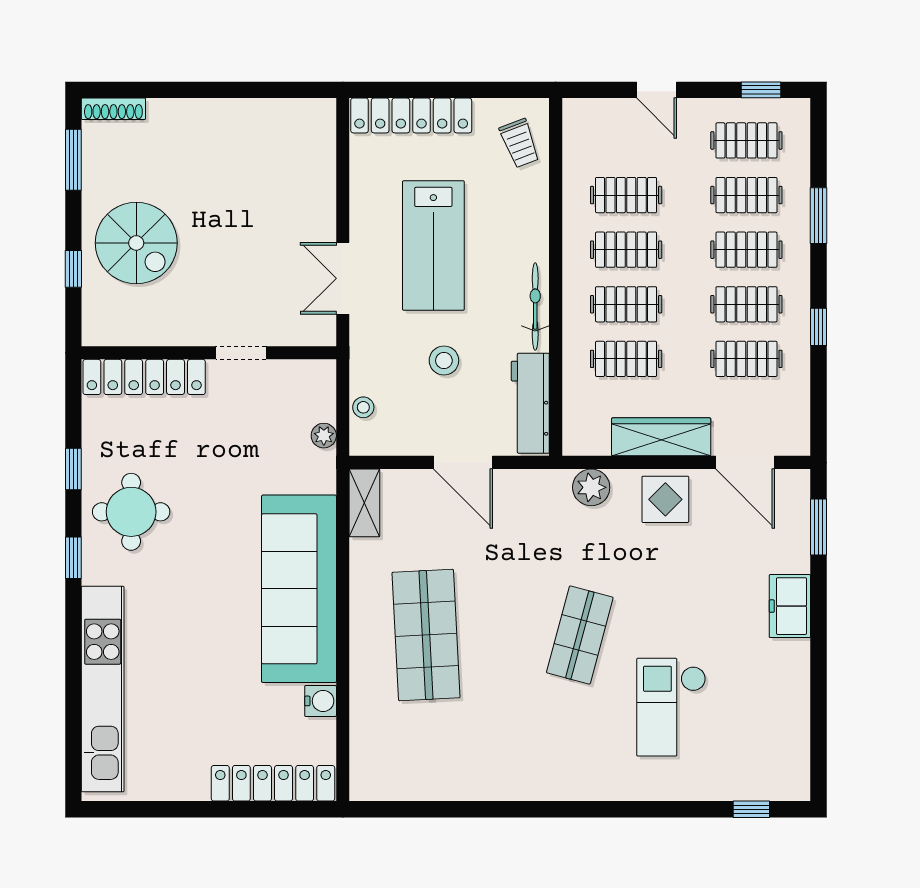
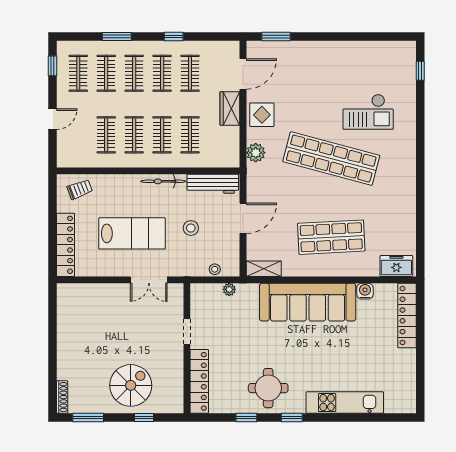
wardrobe: (661, 437) -> (230, 108), width x0.67
freezer: (790, 606) -> (396, 266), moved, turned 180
shop shelf: (580, 635) -> (331, 159), width x2.00, depth x1.36
kitchen unit: (103, 689) -> (345, 403), width x0.73

